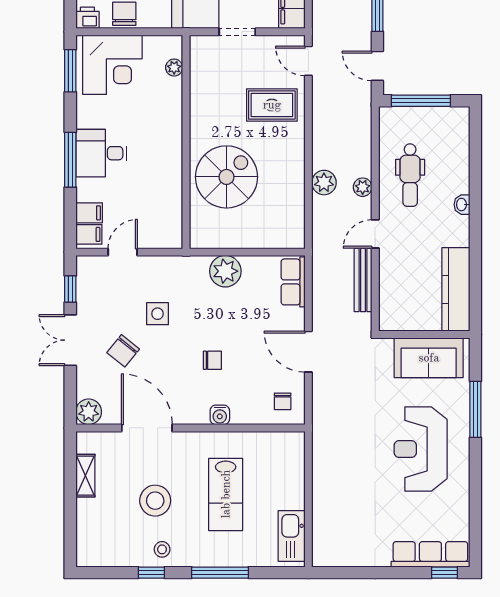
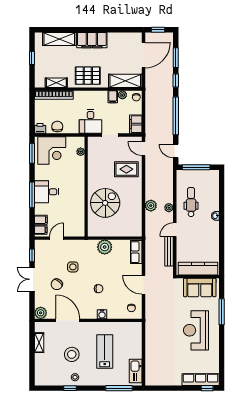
dental chair: (410, 175) -> (191, 202), turned 180
kitchen counter: (456, 289) -> (198, 269), moved, turned 90
lab bench: (226, 494) -> (105, 352), turned 180
window: (220, 573) -> (119, 388), moved

